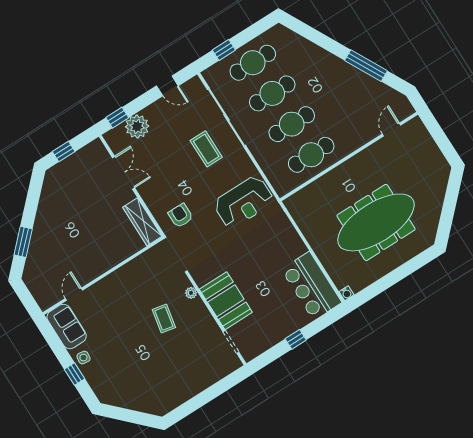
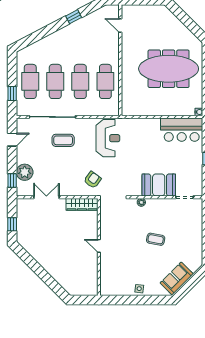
window: (366, 66) -> (74, 17), width x0.46
armchair: (181, 216) -> (93, 180), turned 126
meeting table: (376, 222) -> (169, 69), turned 90
window: (23, 242) -> (50, 281), removed
door: (74, 294) -> (99, 246), moved
coffee table: (164, 318) -> (156, 239), moved
sofa: (67, 327) -> (177, 278), moved, turned -45
window: (74, 374) -> (145, 300), removed

